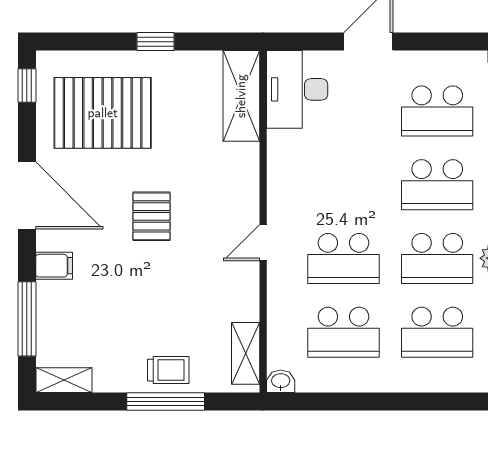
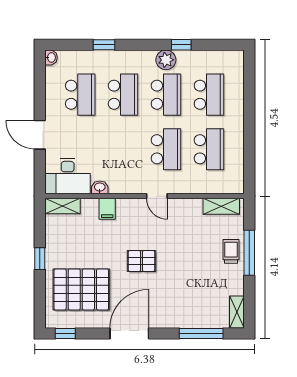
shelving: (241, 96) -> (63, 206), width x0.67, depth x0.75
pallet: (103, 113) -> (81, 289), turned 90
filing cabinet: (54, 266) -> (107, 209), moved, turned 180
washbasin: (281, 381) -> (100, 187), moved, turned 90

